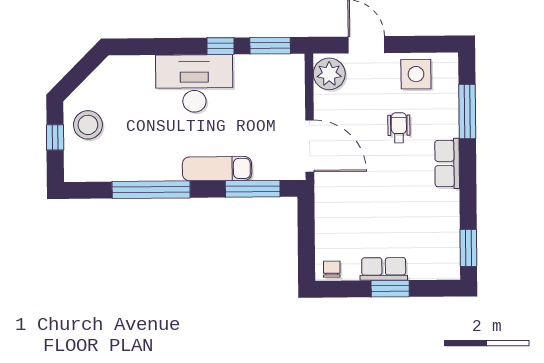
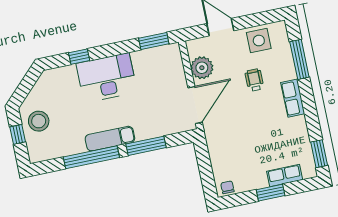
window: (221, 46) -> (79, 57), moved
plant: (329, 74) -> (202, 68), moved
door: (310, 146) -> (195, 105), hinge flipped
exam couch: (217, 169) -> (110, 139), moved
window: (253, 189) -> (146, 146), moved
row of seats: (384, 269) -> (285, 175), moved

